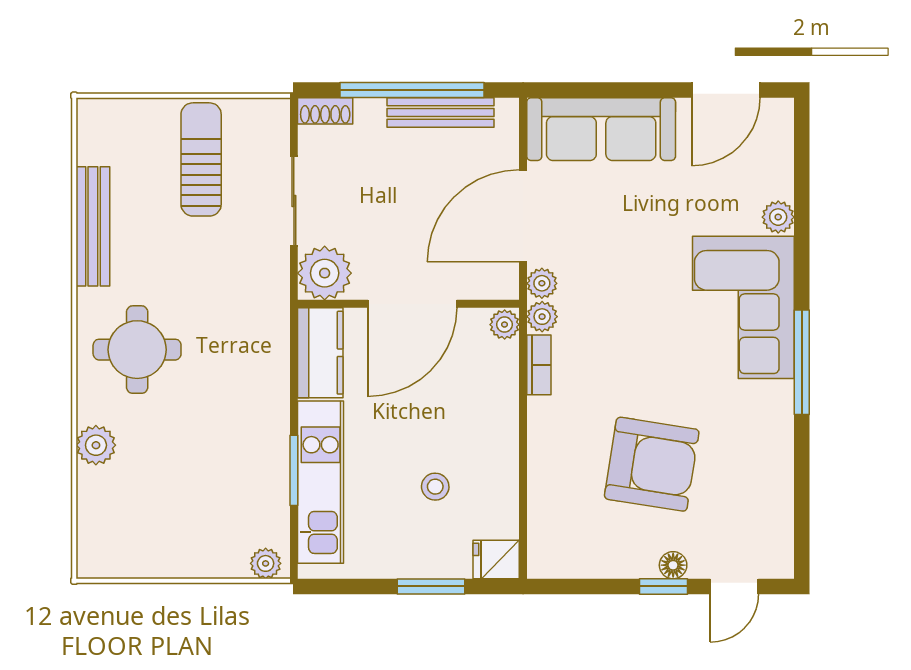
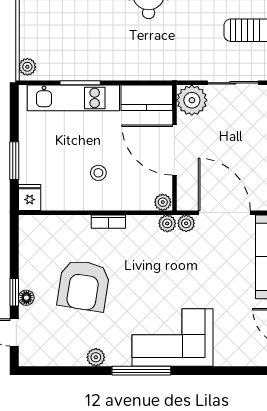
plant: (778, 217) -> (96, 357), moved
bookcase: (539, 365) -> (108, 222), moved
stool: (435, 487) -> (98, 173), moved

